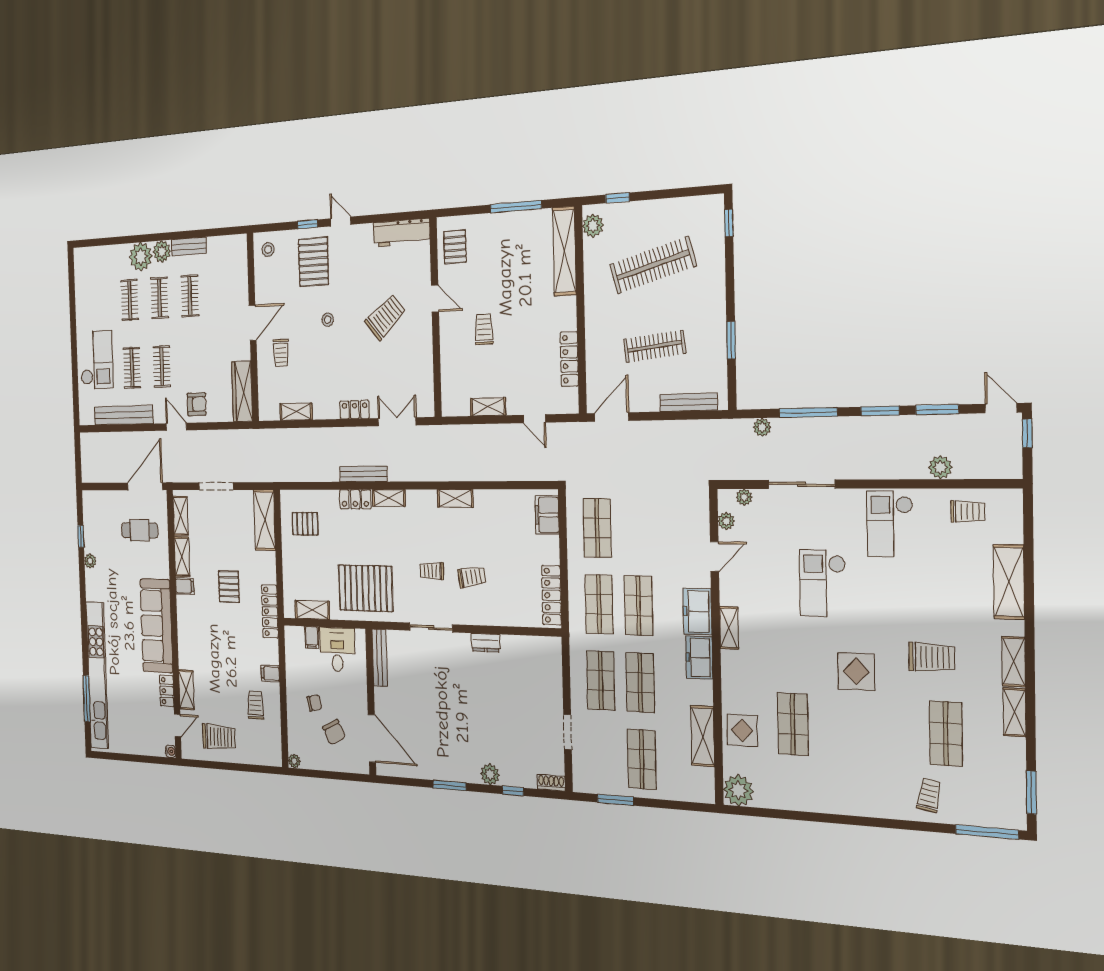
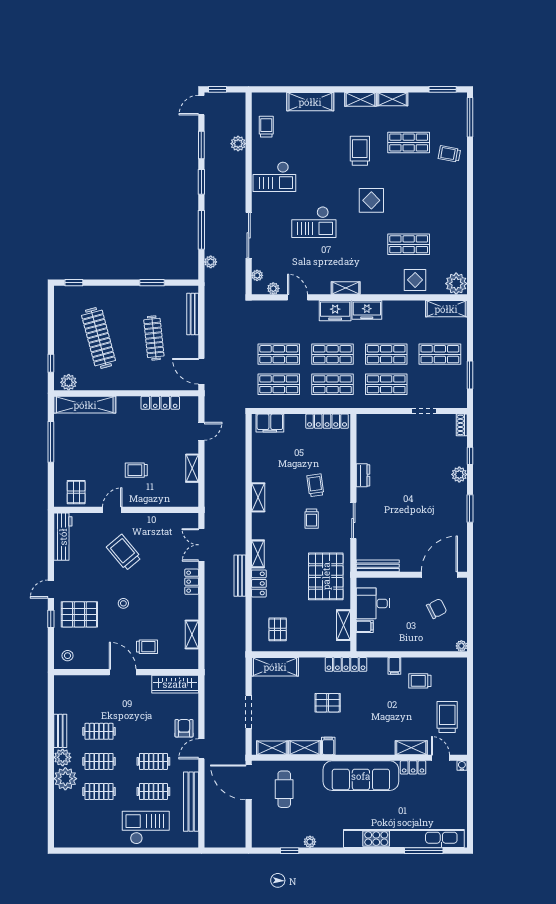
pallet: (455, 247) -> (76, 492), turned 90
shop shelf: (637, 528) -> (279, 354), added
chair: (314, 703) -> (415, 626), removed
shelving: (703, 736) -> (446, 309), moved

